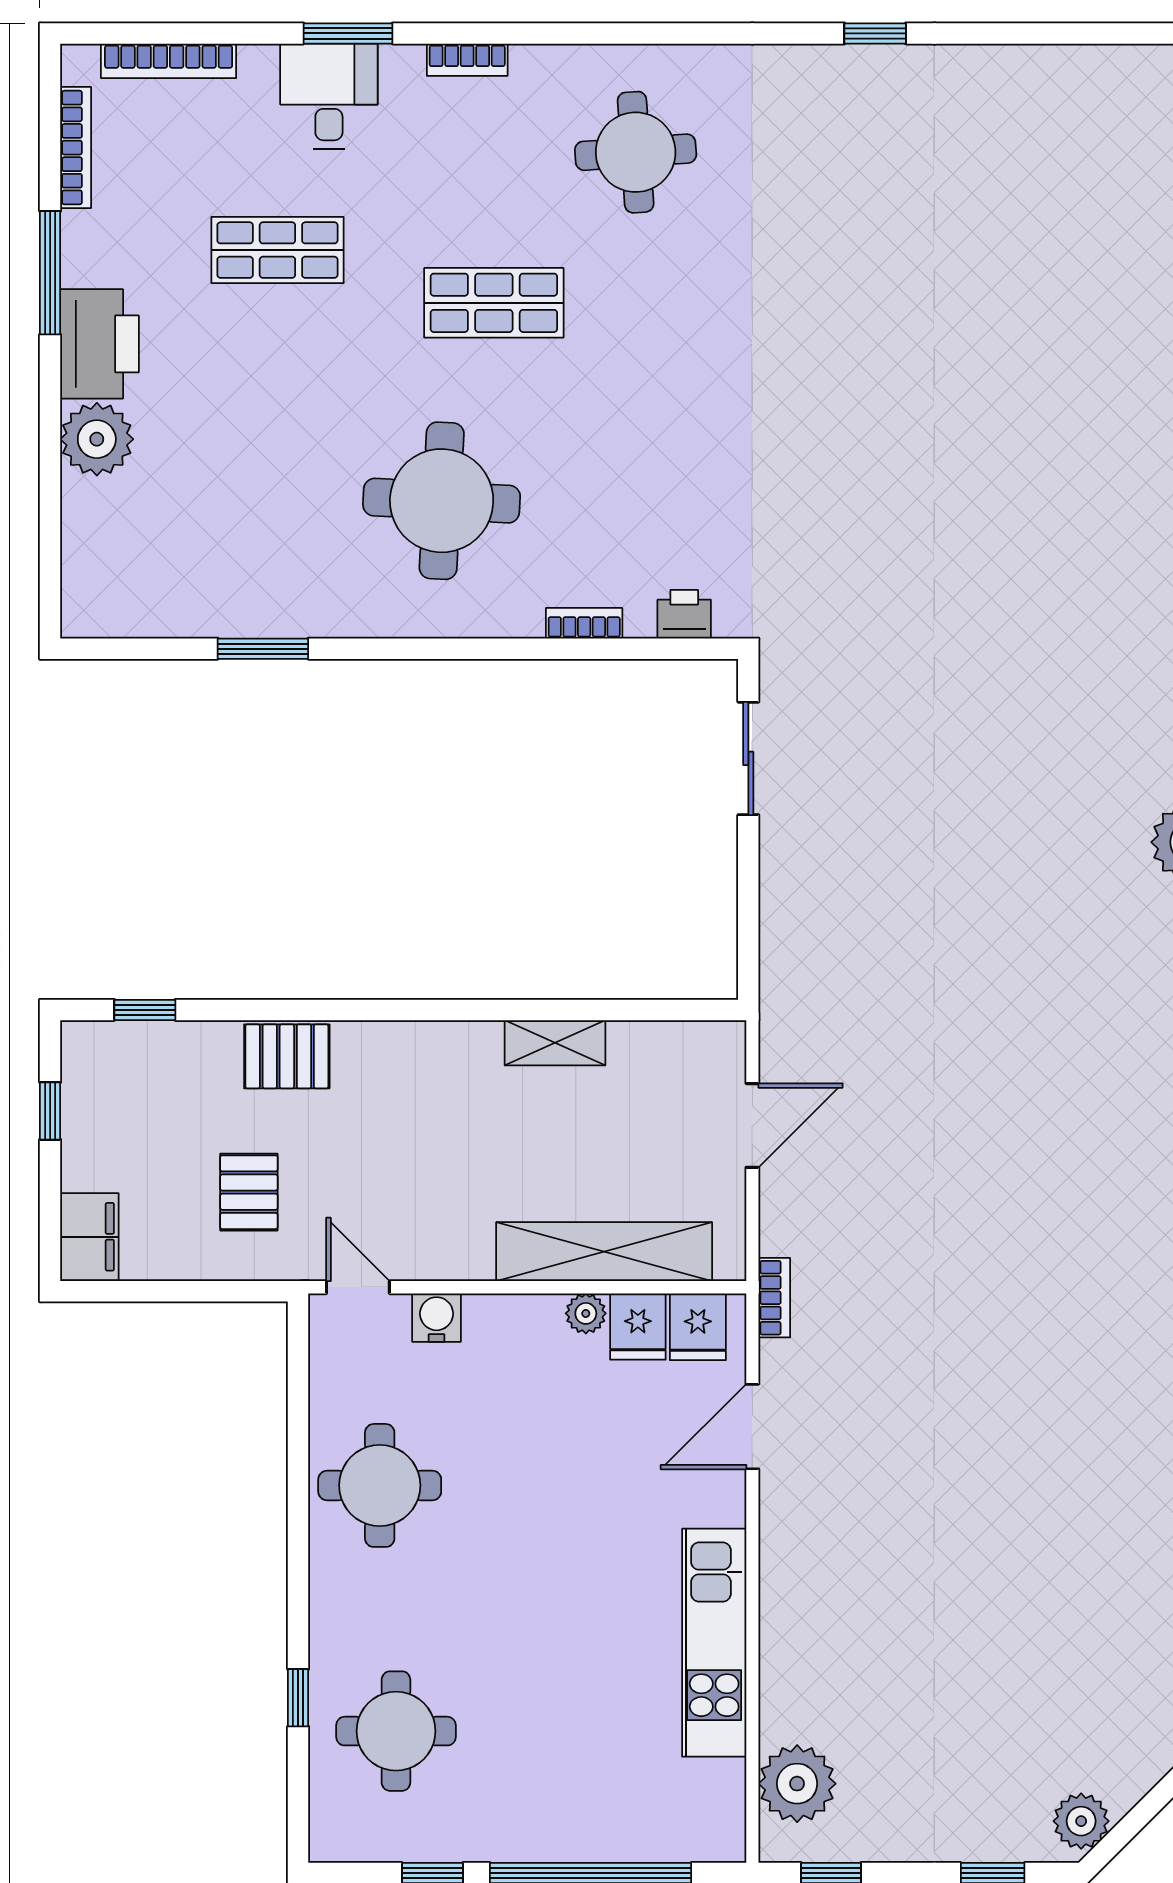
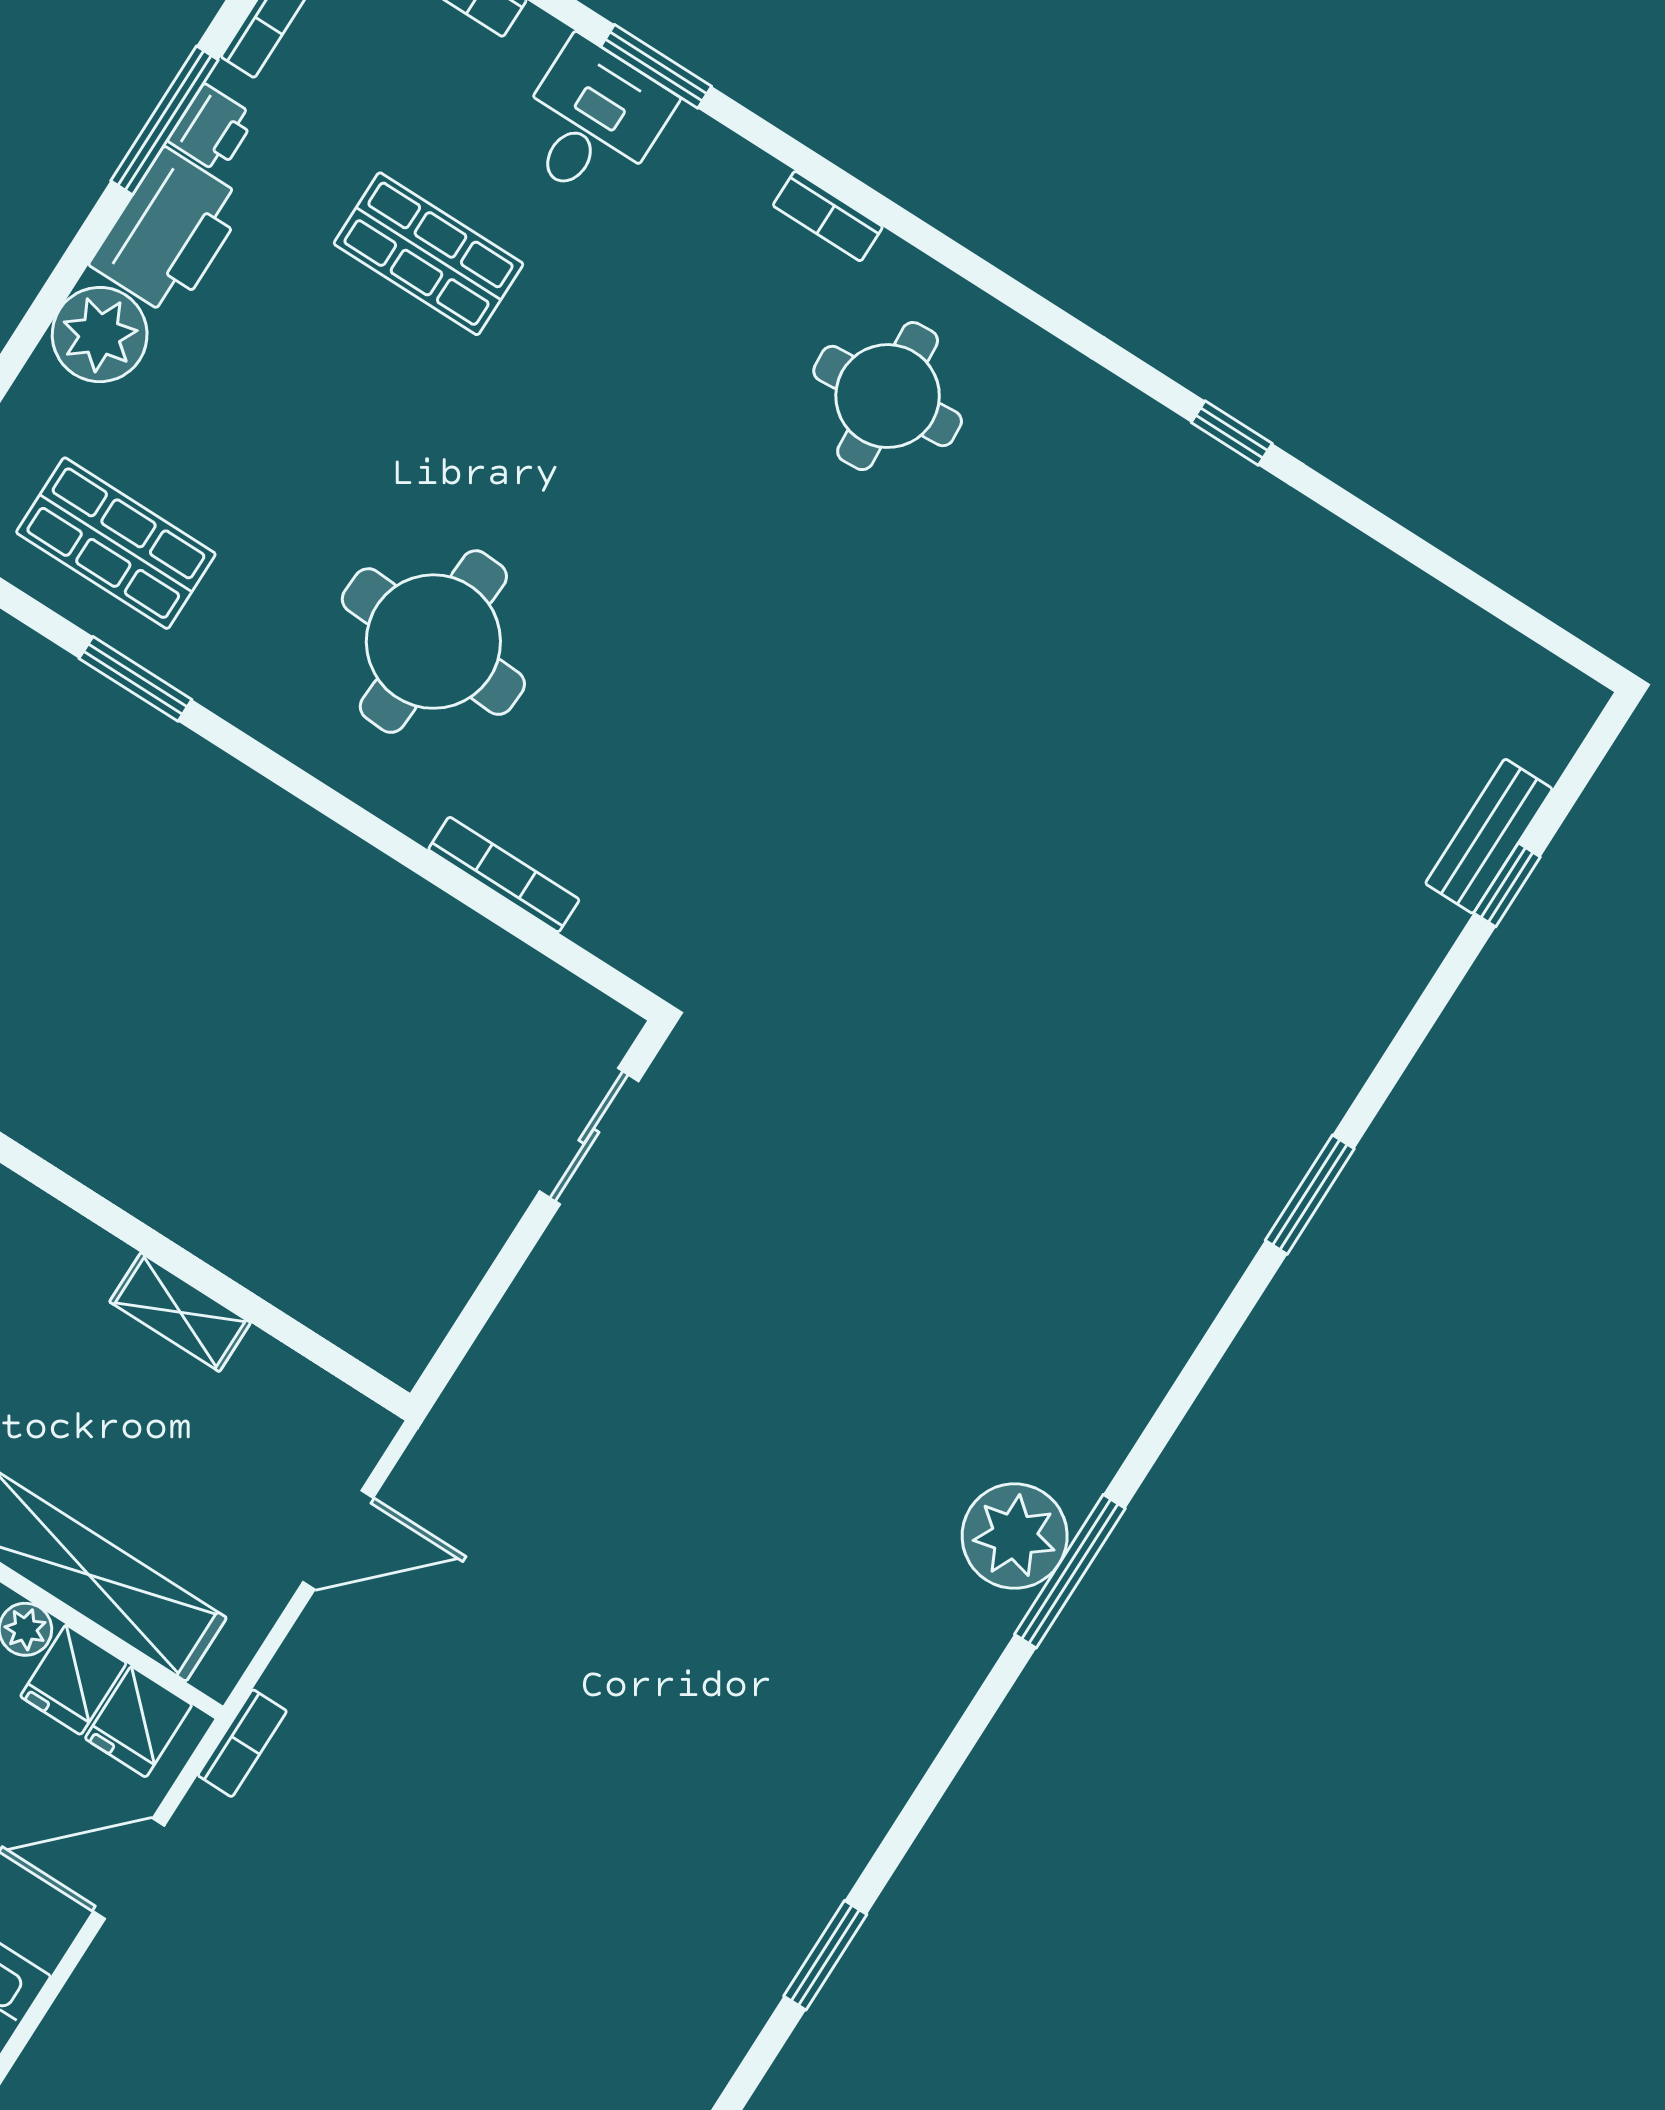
bookcase: (467, 60) -> (828, 216), moved
shop shelf: (494, 303) -> (116, 543), moved
printer: (684, 614) -> (212, 129), moved, turned 90
bookcase: (584, 623) -> (504, 875), width x1.56

